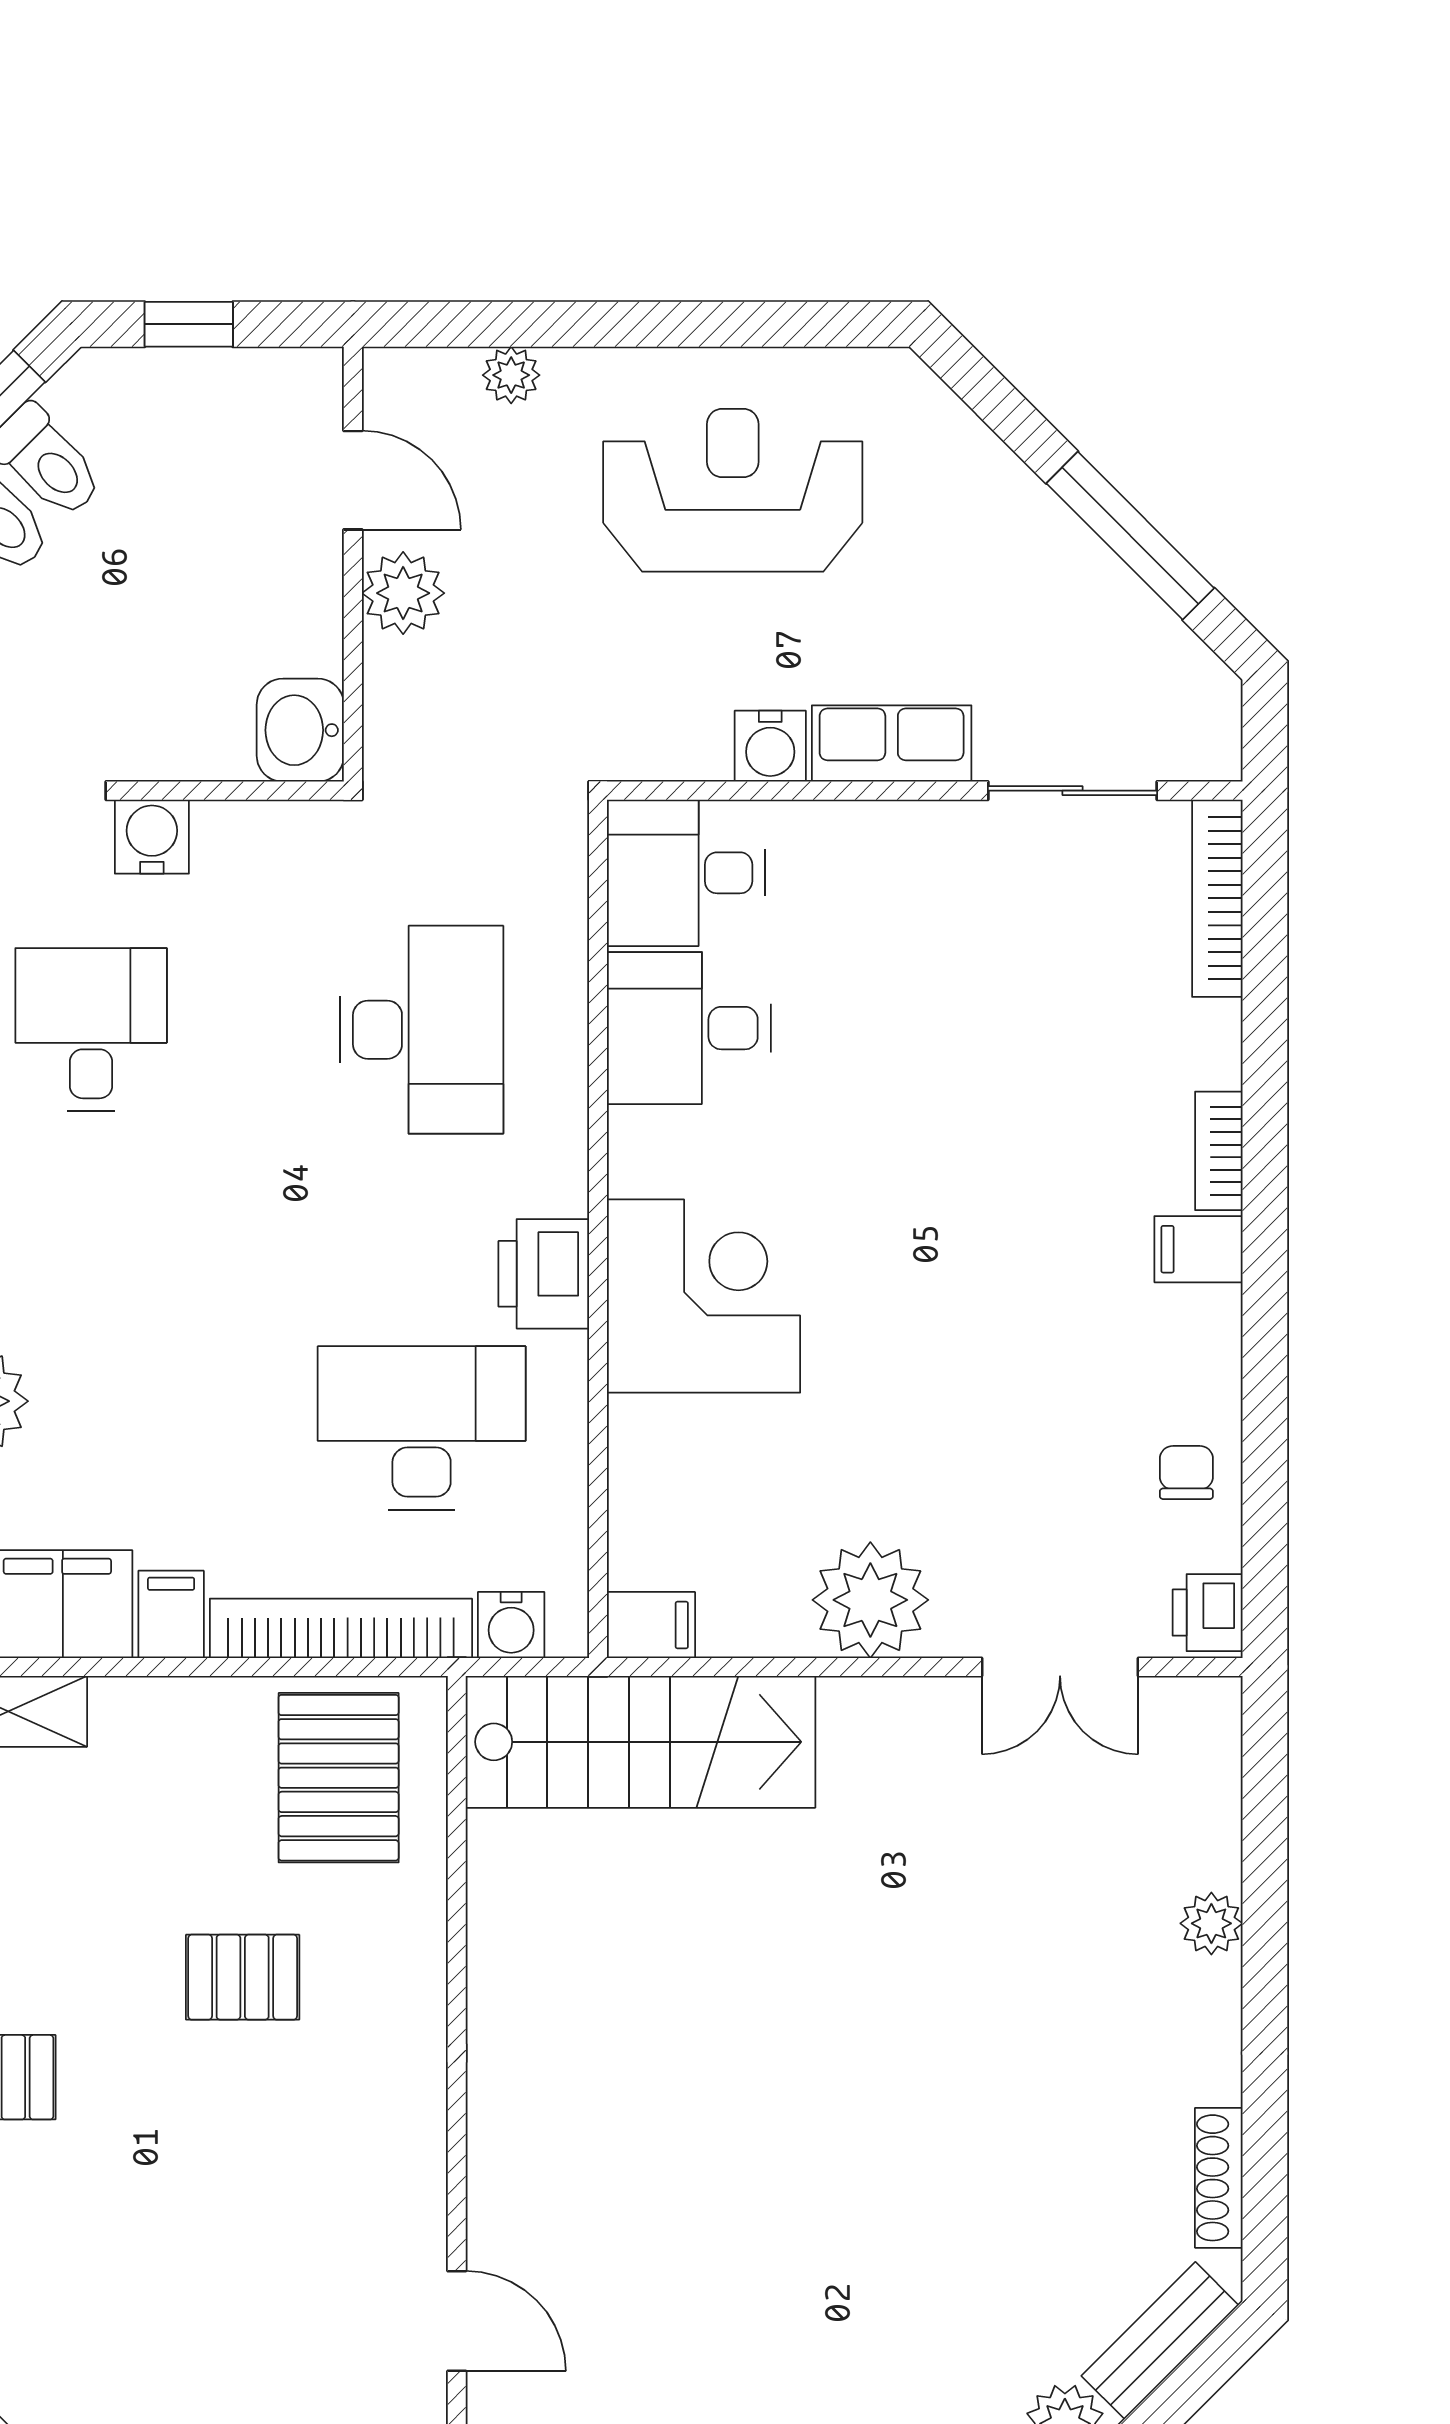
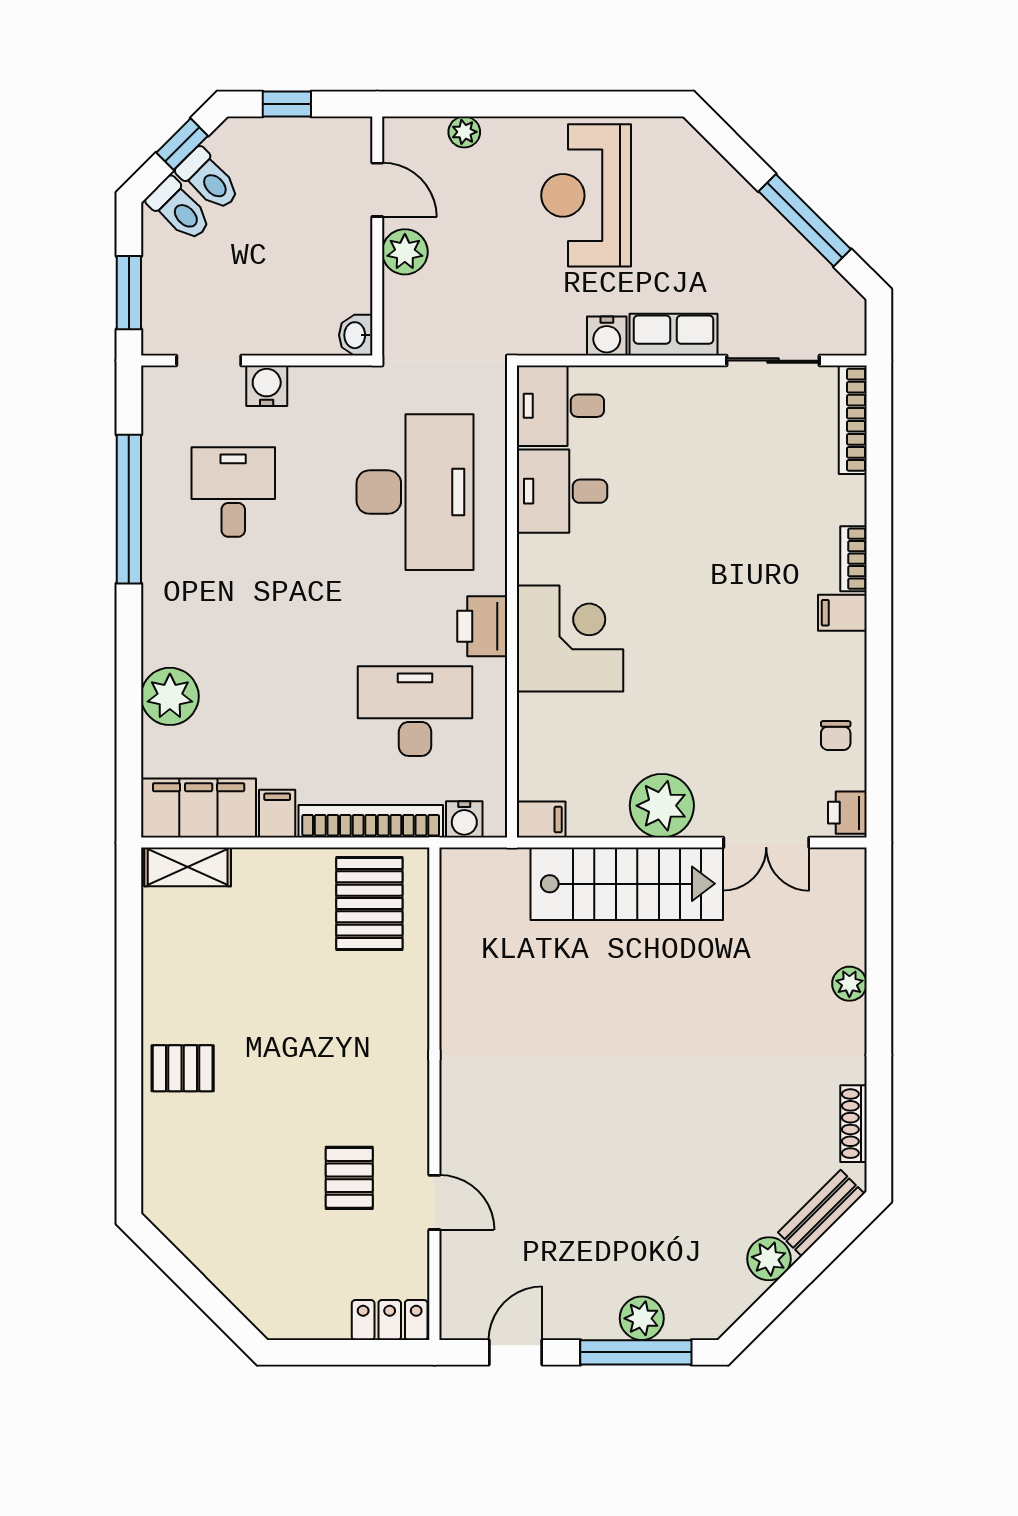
reception desk: (733, 490) -> (586, 195), turned -90
washbasin: (300, 730) -> (356, 335), width x0.72, depth x0.69
desk: (422, 1030) -> (415, 492), width x1.36, depth x1.30
chair: (1186, 1472) -> (836, 736), turned 180
stairs: (641, 1742) -> (627, 884), moved
pallet: (243, 1977) -> (349, 1178), moved, turned 90

